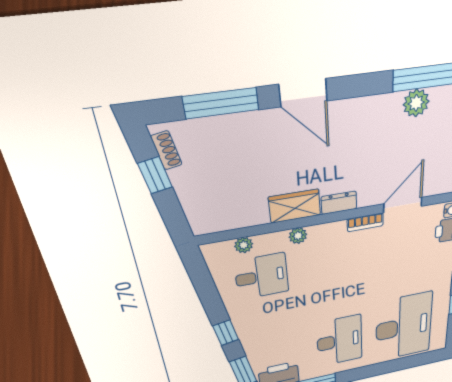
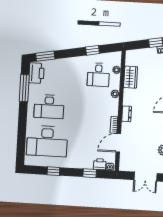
door: (403, 205) -> (118, 143), swing flipped
wardrobe: (295, 206) -> (131, 77), moved
window: (226, 333) -> (93, 50), moved

